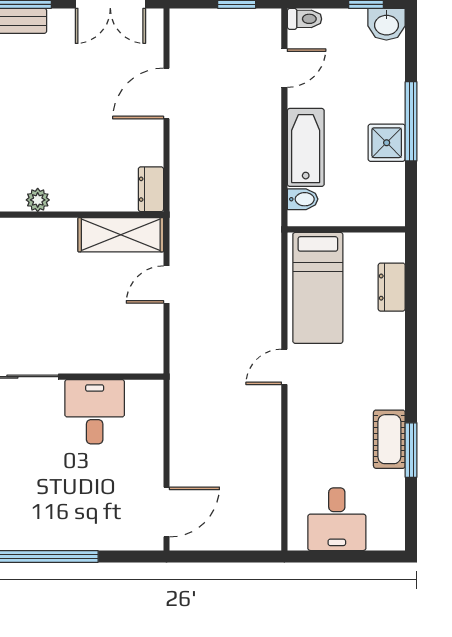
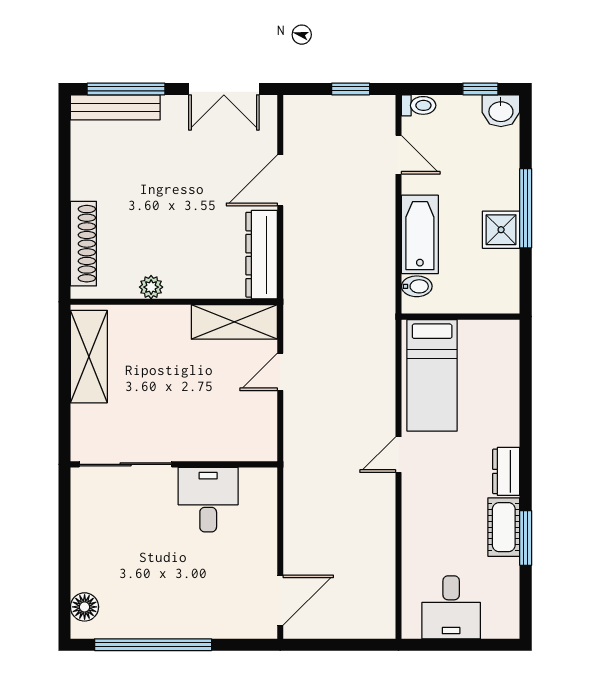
door: (284, 68) -> (398, 155), hinge flipped
dresser: (151, 189) -> (262, 255), width x1.96, depth x1.24
dresser: (392, 287) -> (506, 471), moved

